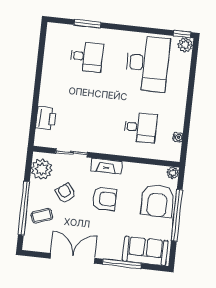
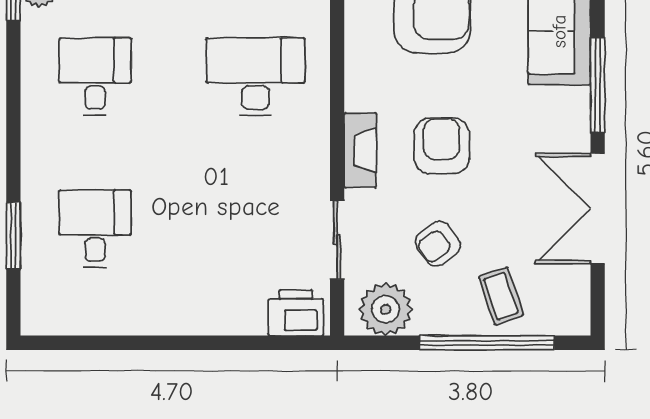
desk: (147, 63) -> (95, 77), width x0.53, depth x0.77
printer: (46, 118) -> (296, 313), moved
desk: (140, 127) -> (255, 77), width x1.37

